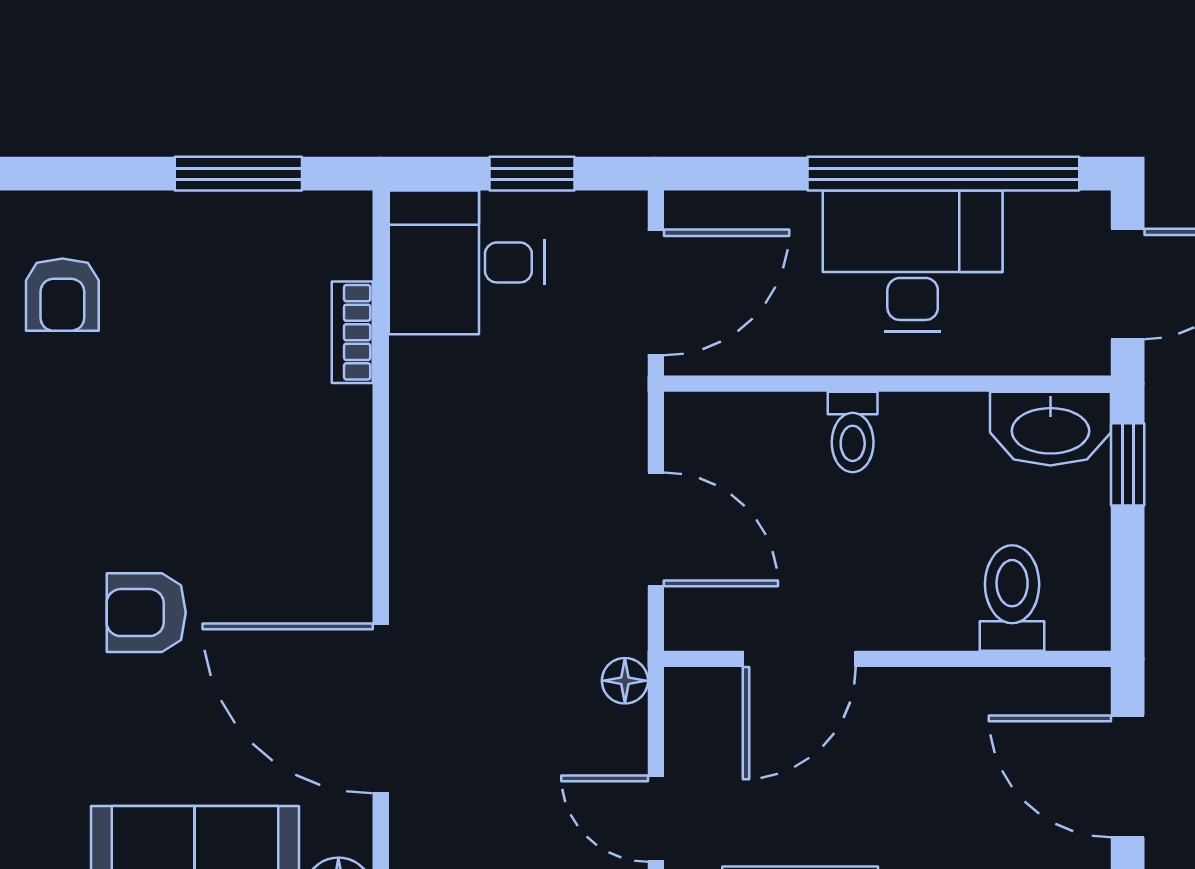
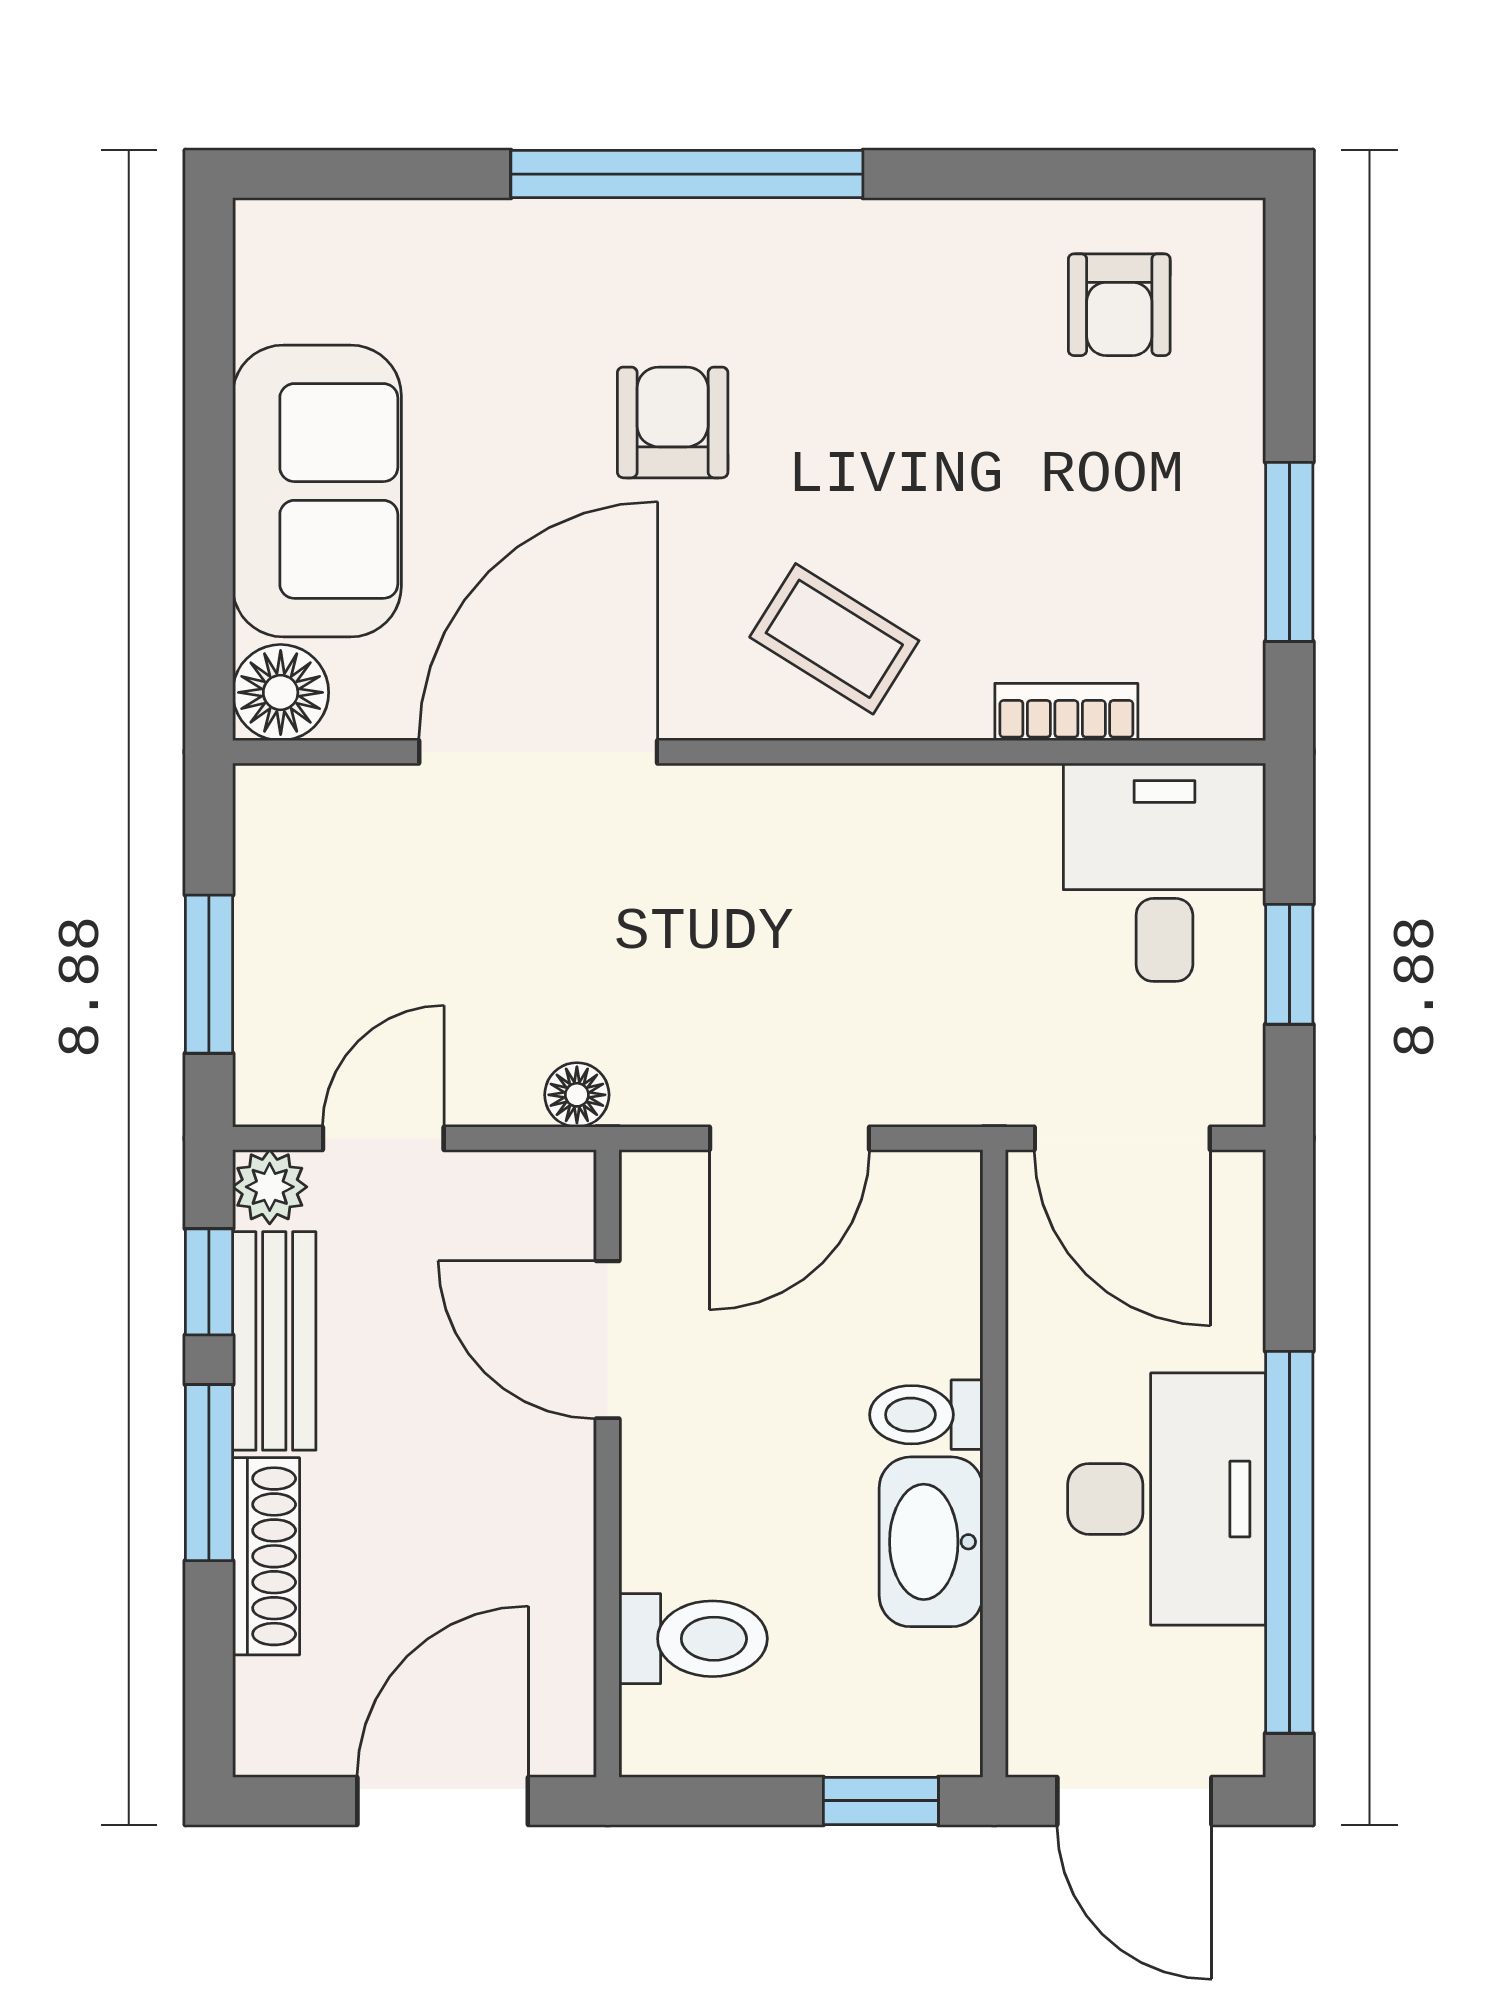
armchair: (62, 295) -> (1119, 305), turned -90
washbasin: (1050, 429) -> (931, 1542), moved
coffee table: (300, 497) -> (834, 639), added

